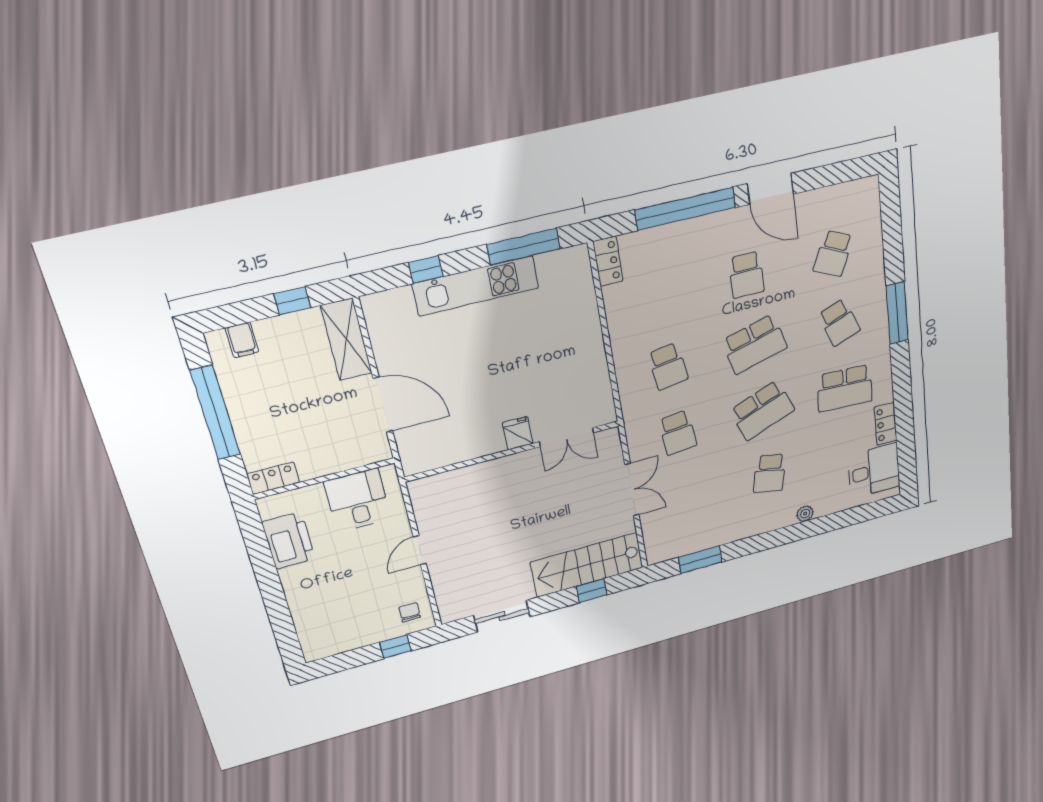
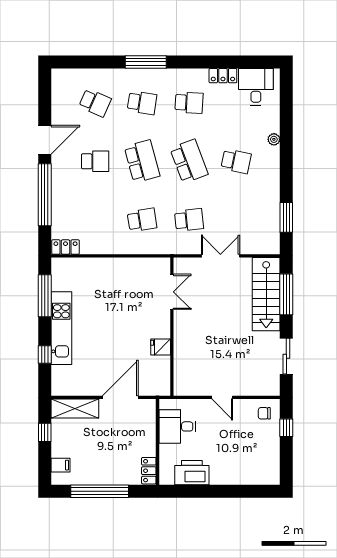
school desk: (839, 322) -> (142, 103), turned 30
school desk: (845, 388) -> (189, 103), width x0.54
fridge: (518, 433) -> (161, 347), moved
window: (592, 591) -> (286, 294), width x2.17

